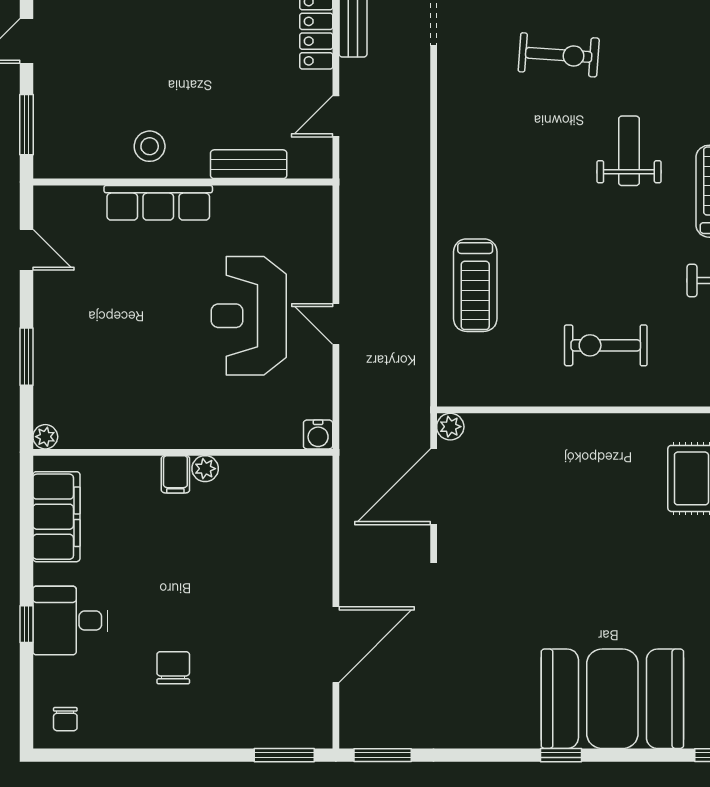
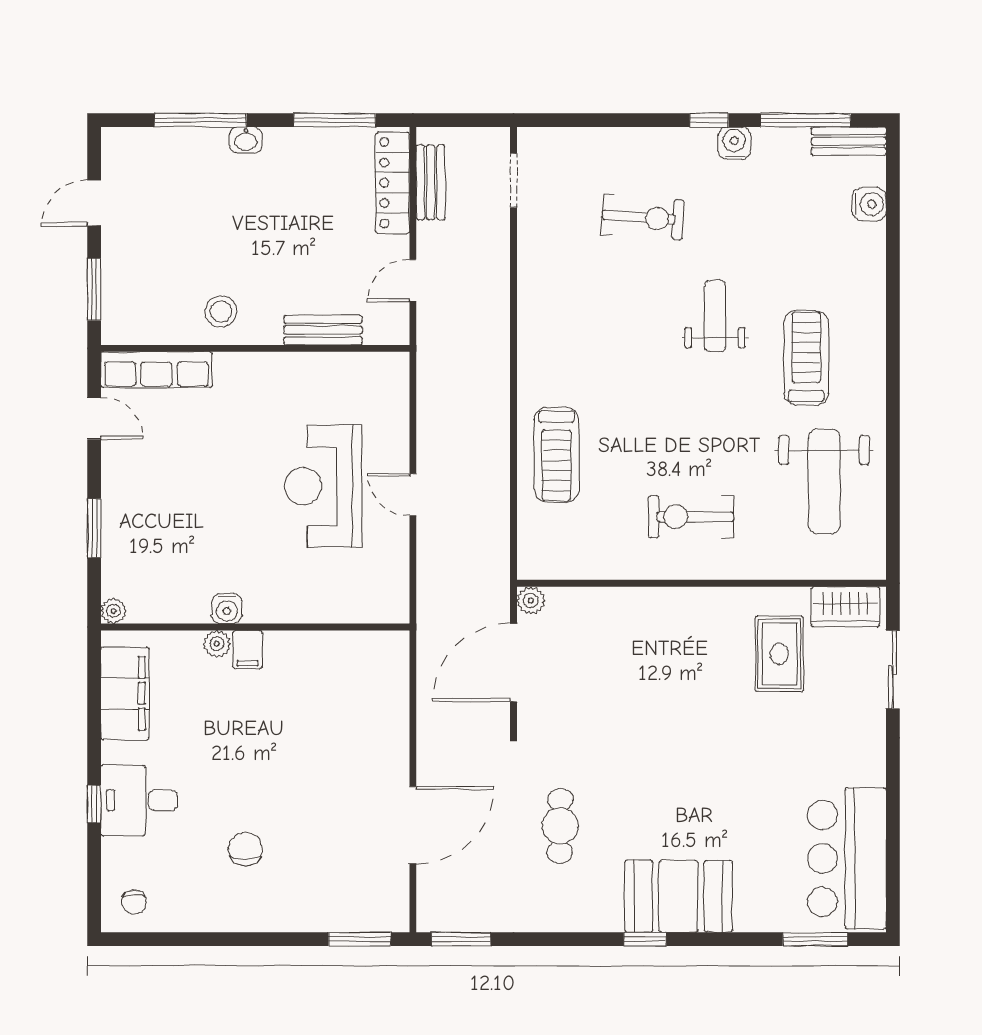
row of seats: (158, 203) -> (156, 370), moved
water cooler: (318, 434) -> (227, 609), moved
plant: (205, 469) -> (217, 644), moved
cafe table: (479, 645) -> (560, 826), added
booth: (612, 699) -> (678, 896), width x0.73, depth x0.70

